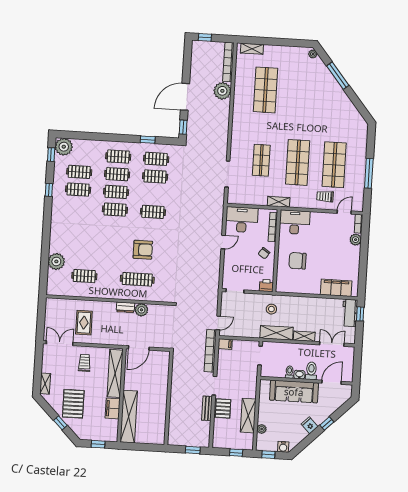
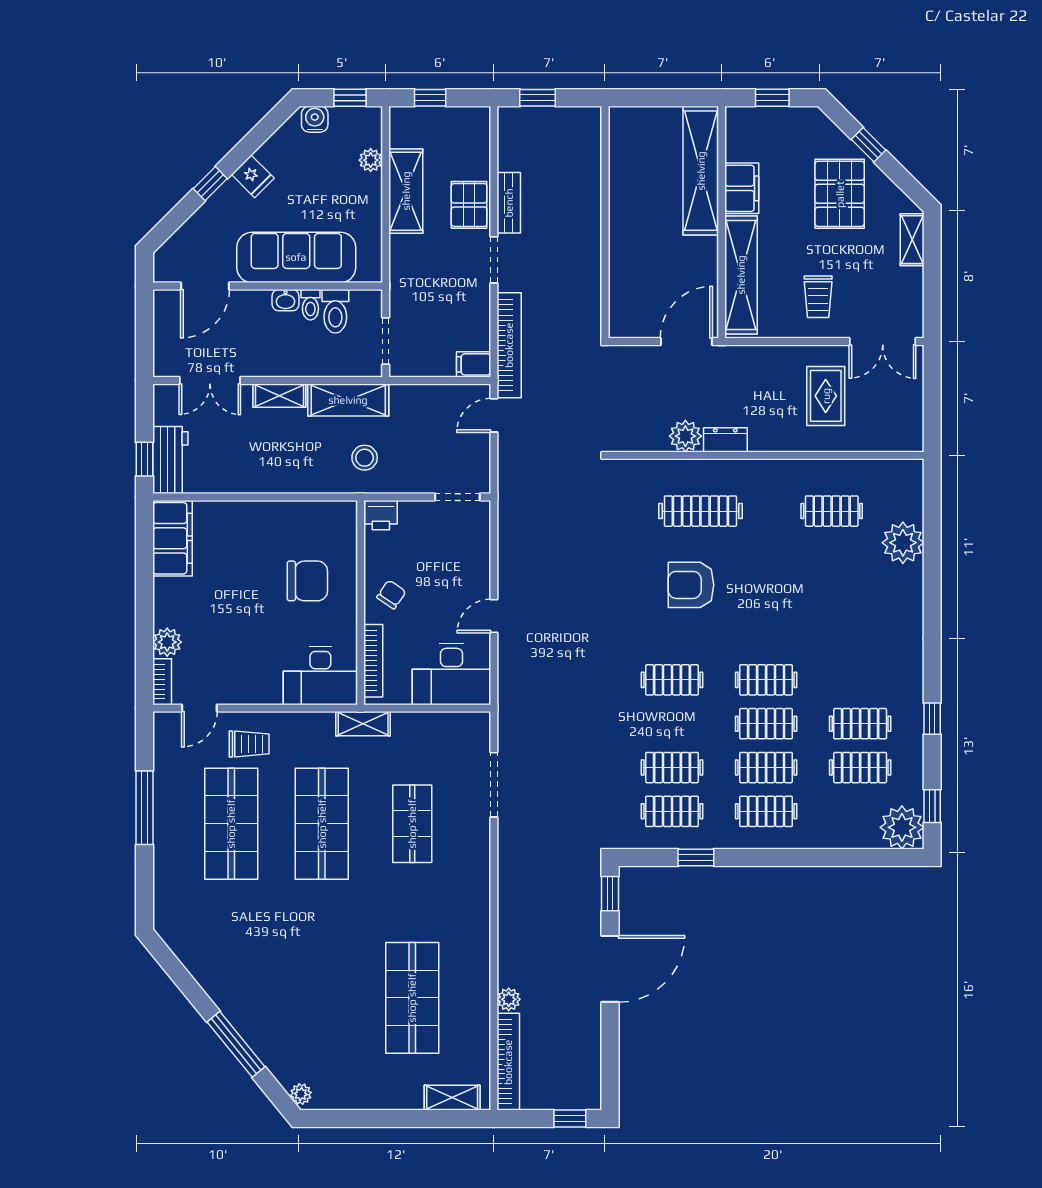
plant: (222, 91) -> (509, 999), width x0.53, depth x0.53
filing cabinet: (336, 288) -> (173, 538), moved, turned -90
toilet: (311, 371) -> (335, 311), moved

